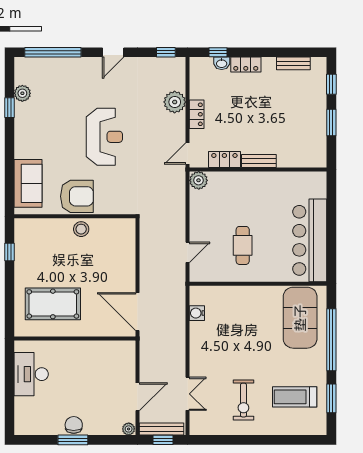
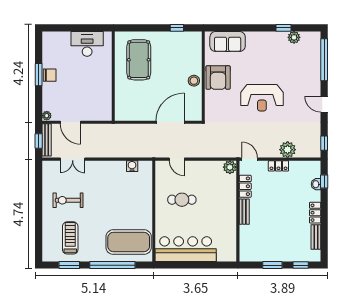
locker: (246, 65) -> (315, 213), moved
door: (138, 312) -> (170, 122), moved

